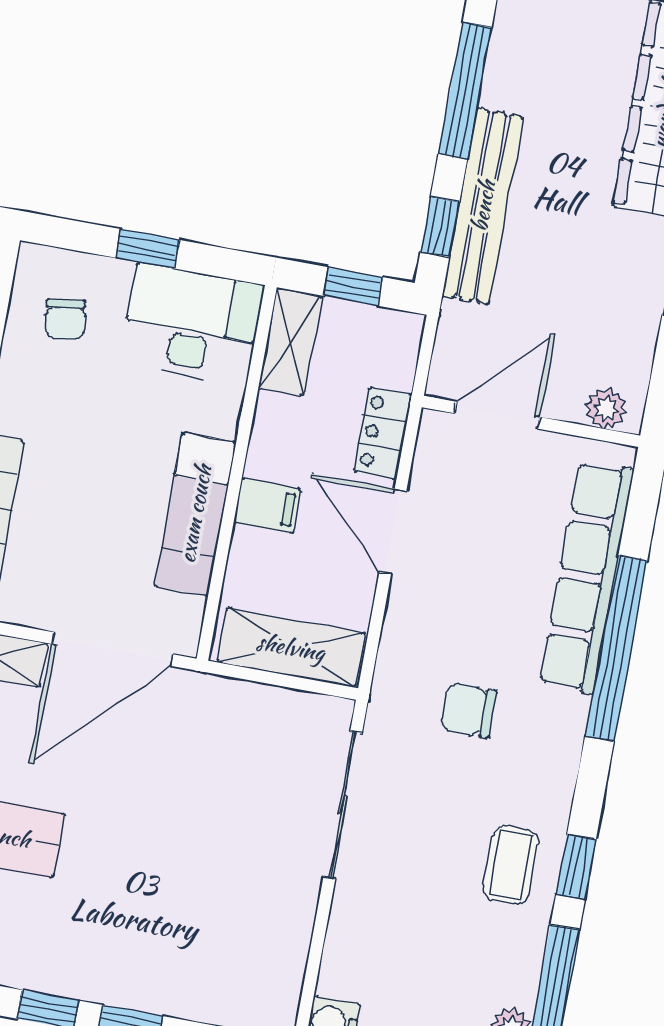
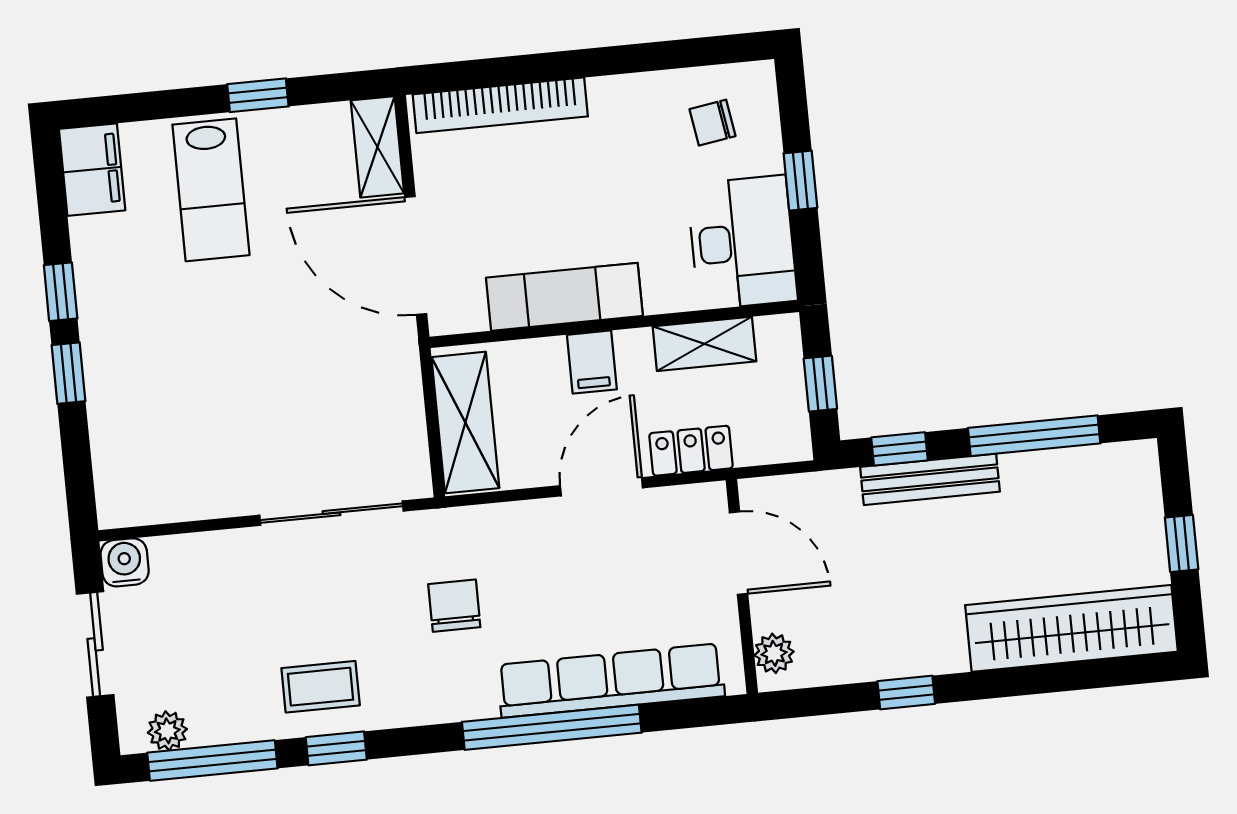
bench: (483, 206) -> (930, 479), width x0.73, depth x0.82
shelving: (290, 342) -> (704, 344), moved

